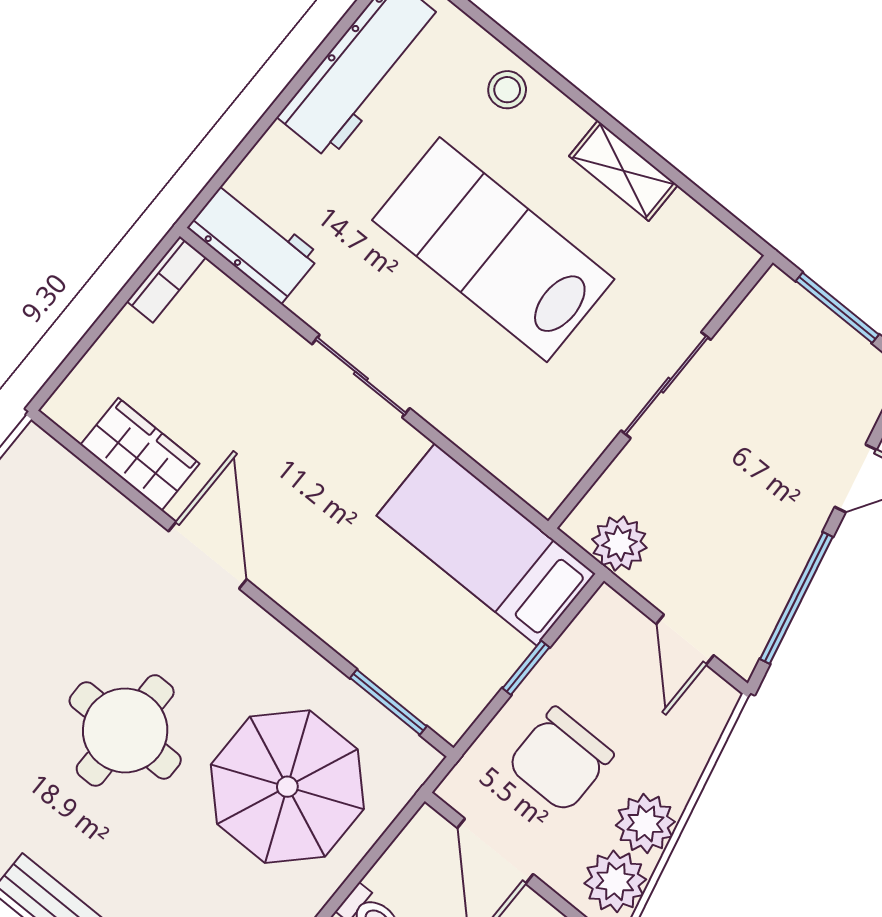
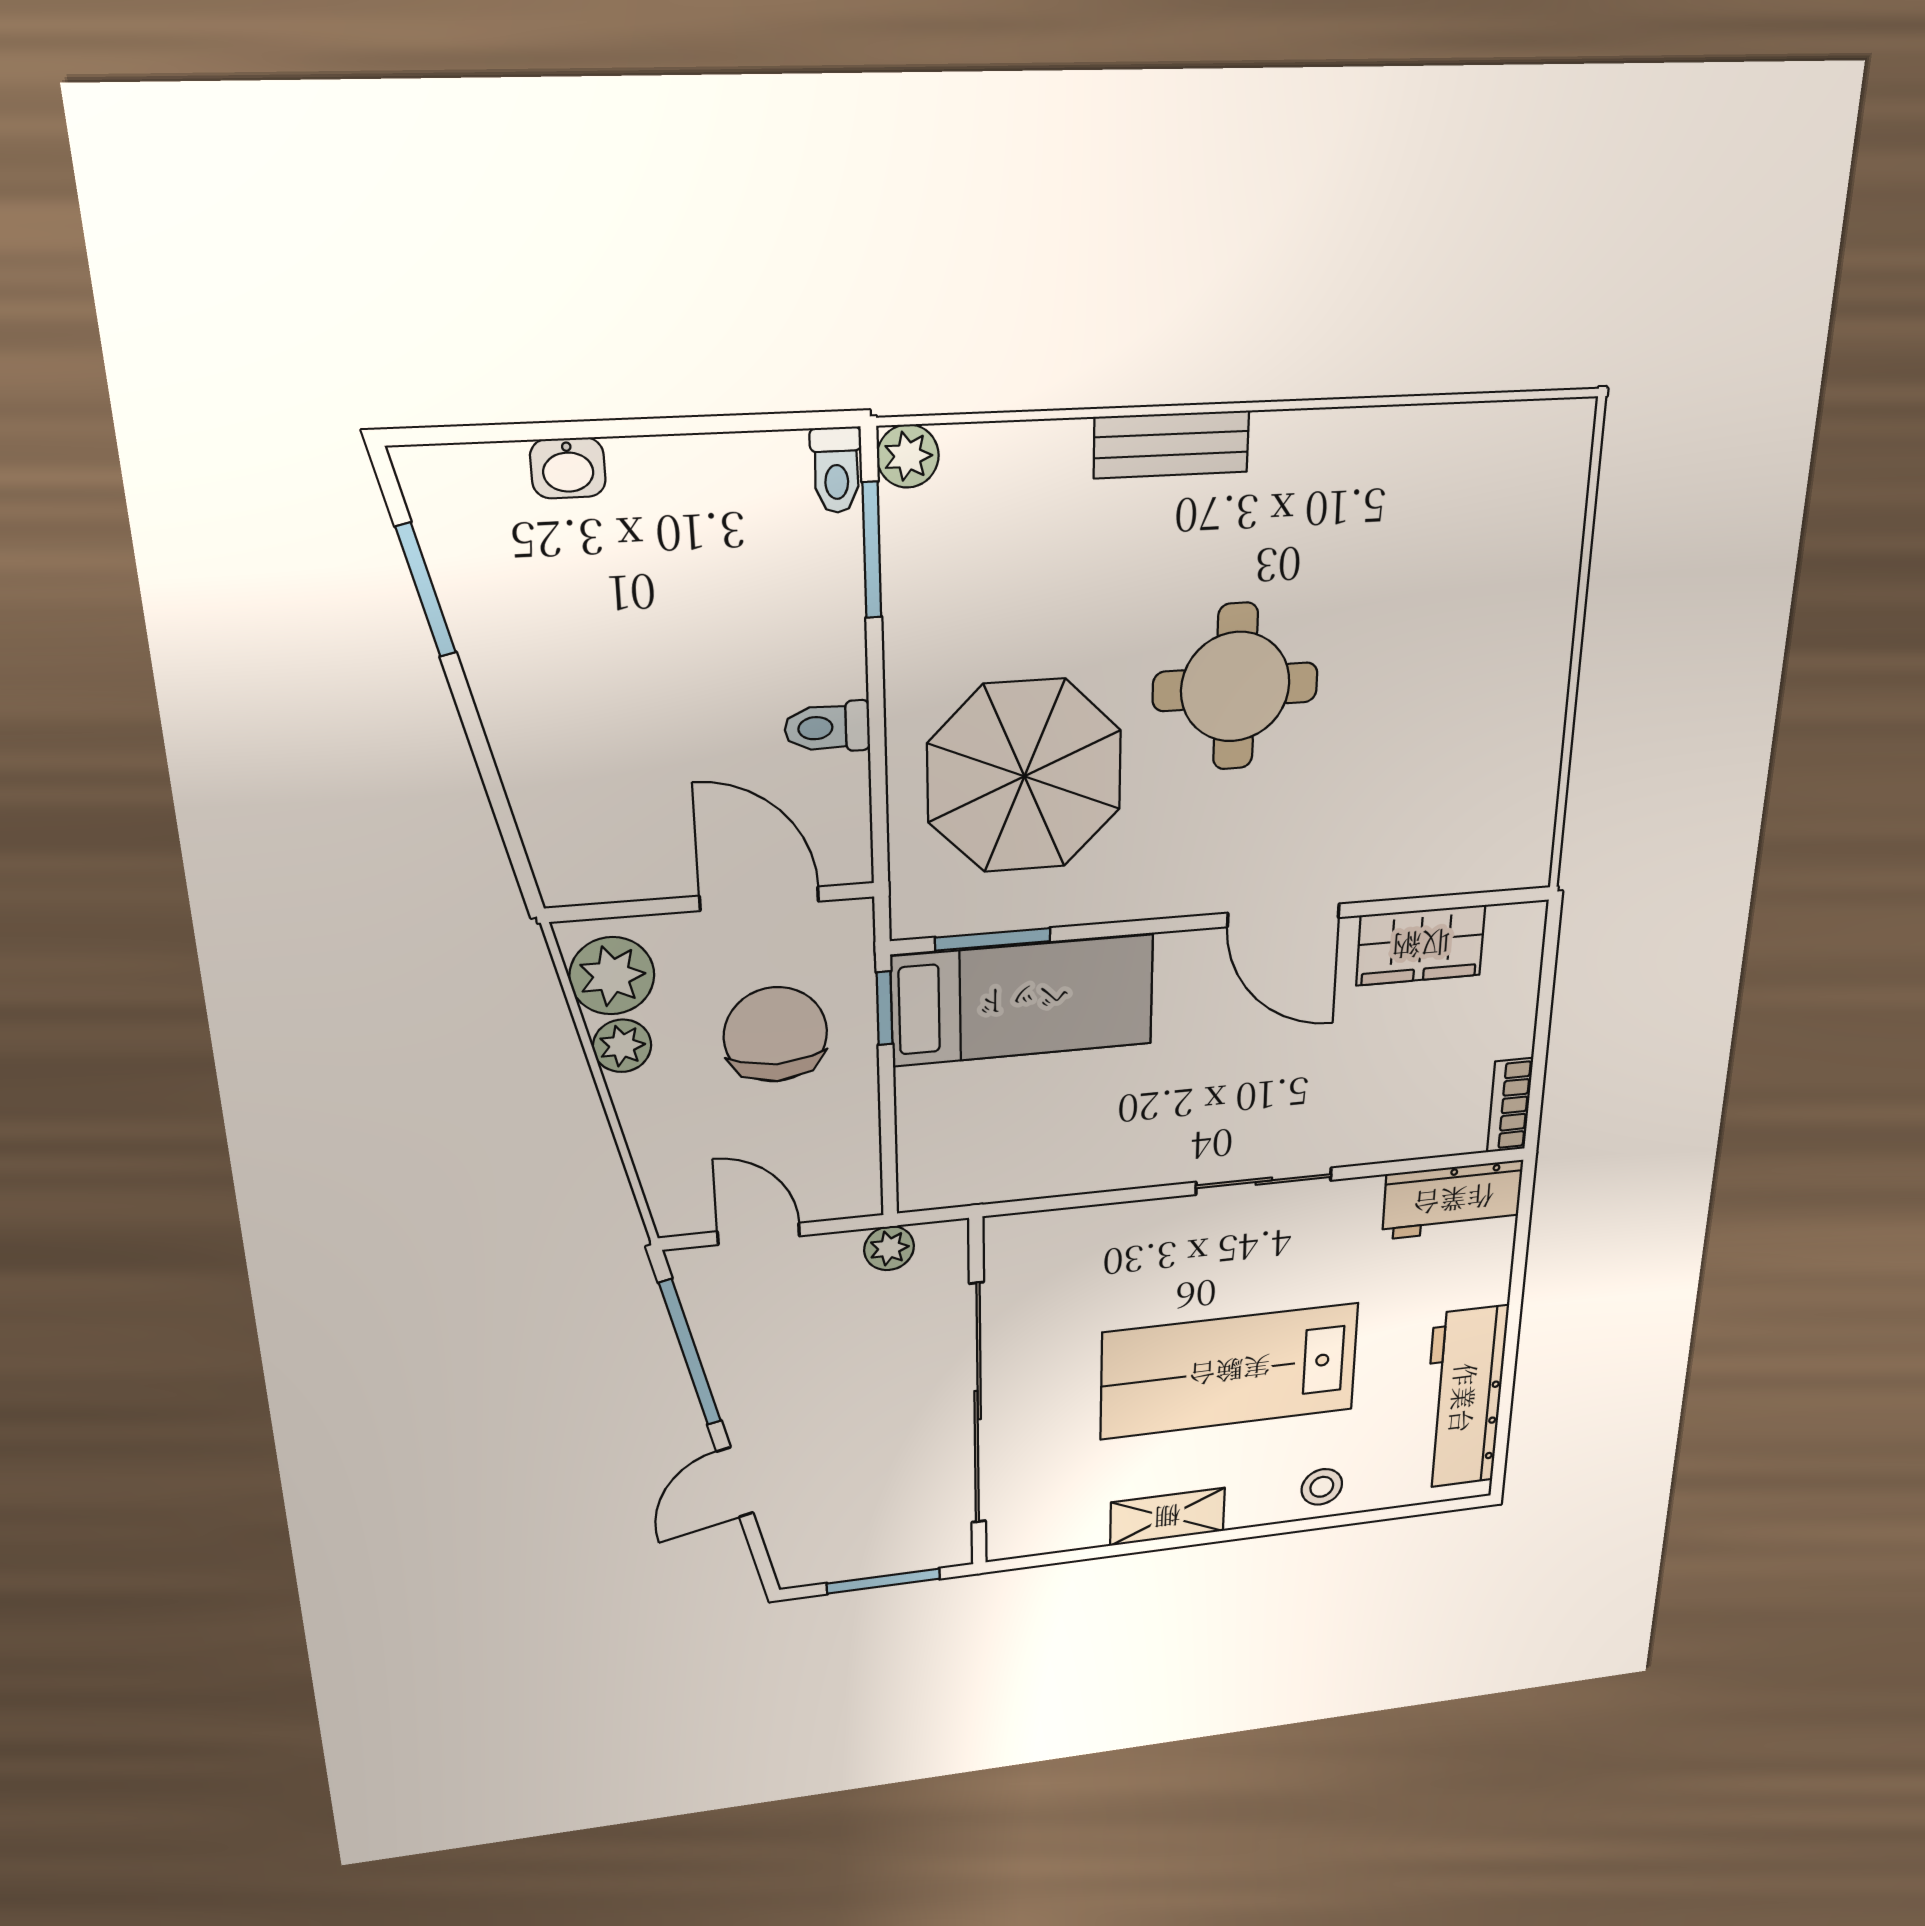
lab bench: (493, 250) -> (1229, 1371), turned 180
sliding door: (666, 385) -> (978, 1405), width x1.86
plant: (619, 543) -> (889, 1248), width x0.73, depth x0.73
bed: (486, 545) -> (1023, 1000), moved
window: (526, 668) -> (884, 1008), moved
plant: (645, 823) -> (622, 1046), width x0.73, depth x0.73

